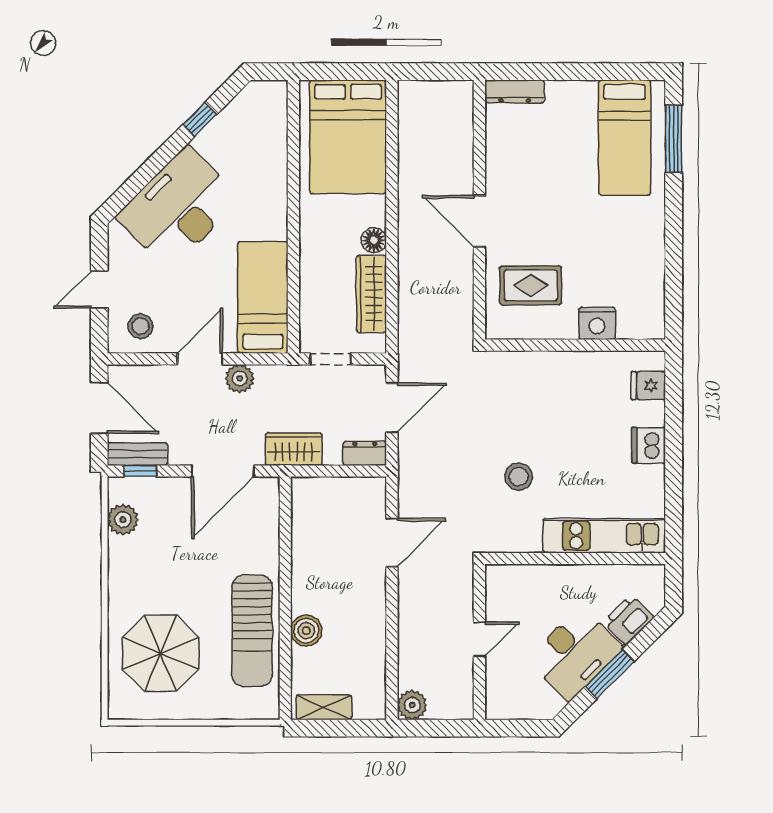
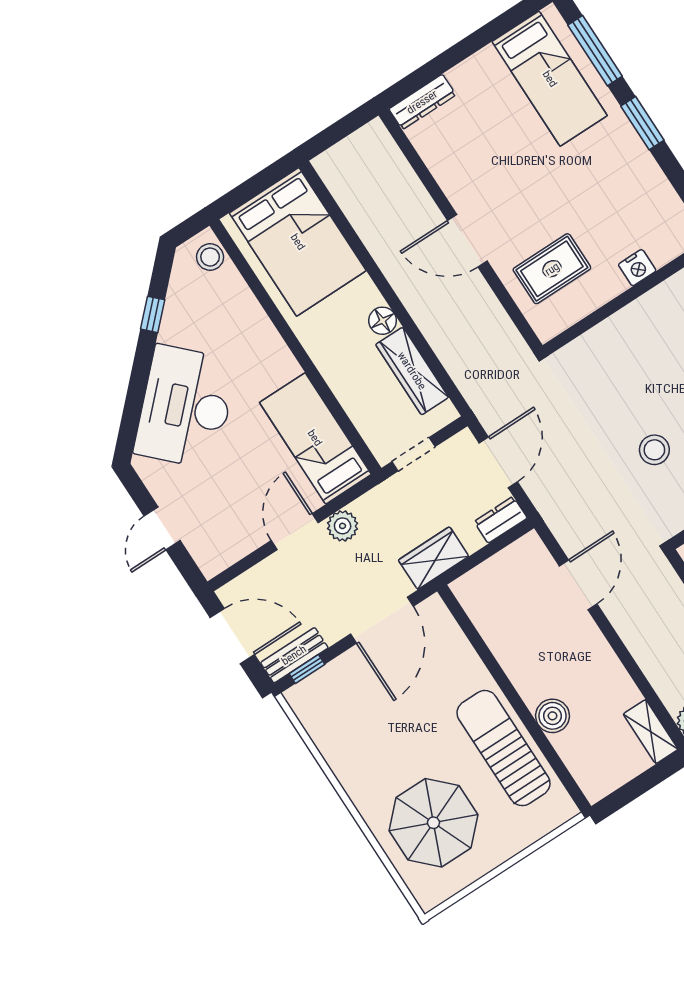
window: (674, 219) -> (642, 123), added
nightstand: (597, 323) -> (637, 268), width x0.74, depth x0.75
stool: (140, 326) -> (210, 257), moved
plant: (123, 520) -> (320, 723), removed
sun lounger: (252, 631) -> (504, 748), turned 180
shelving: (324, 707) -> (651, 732), moved, turned 90

